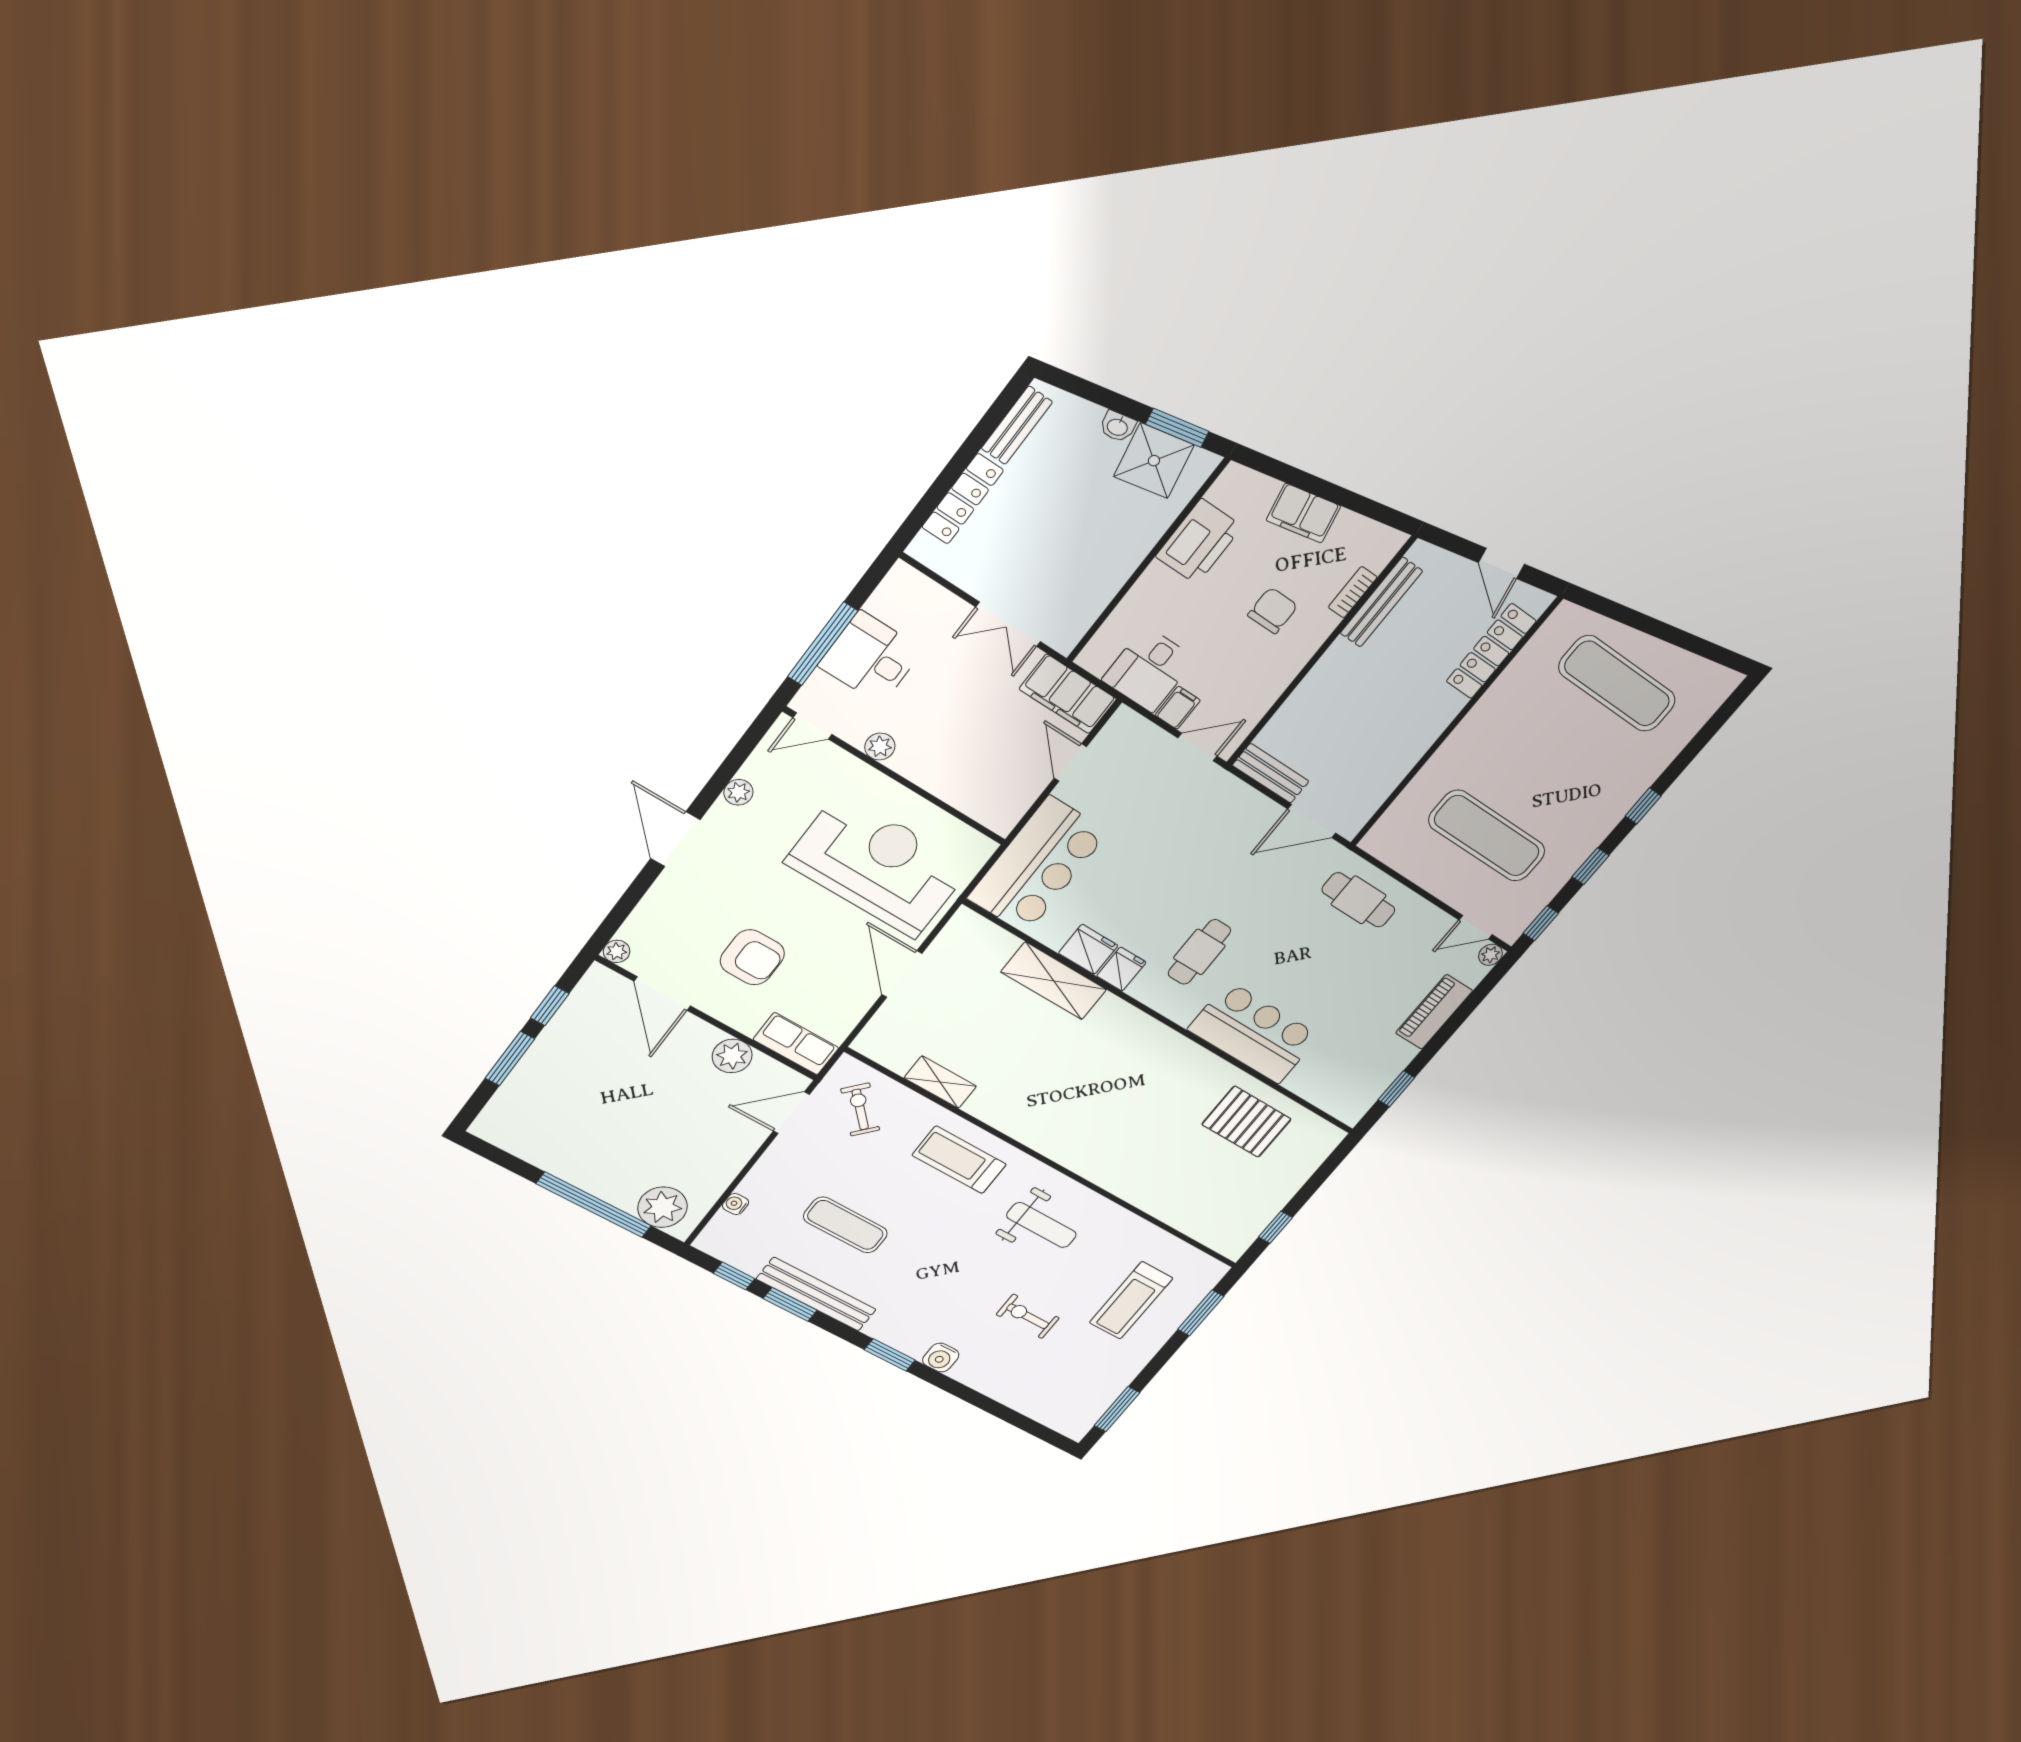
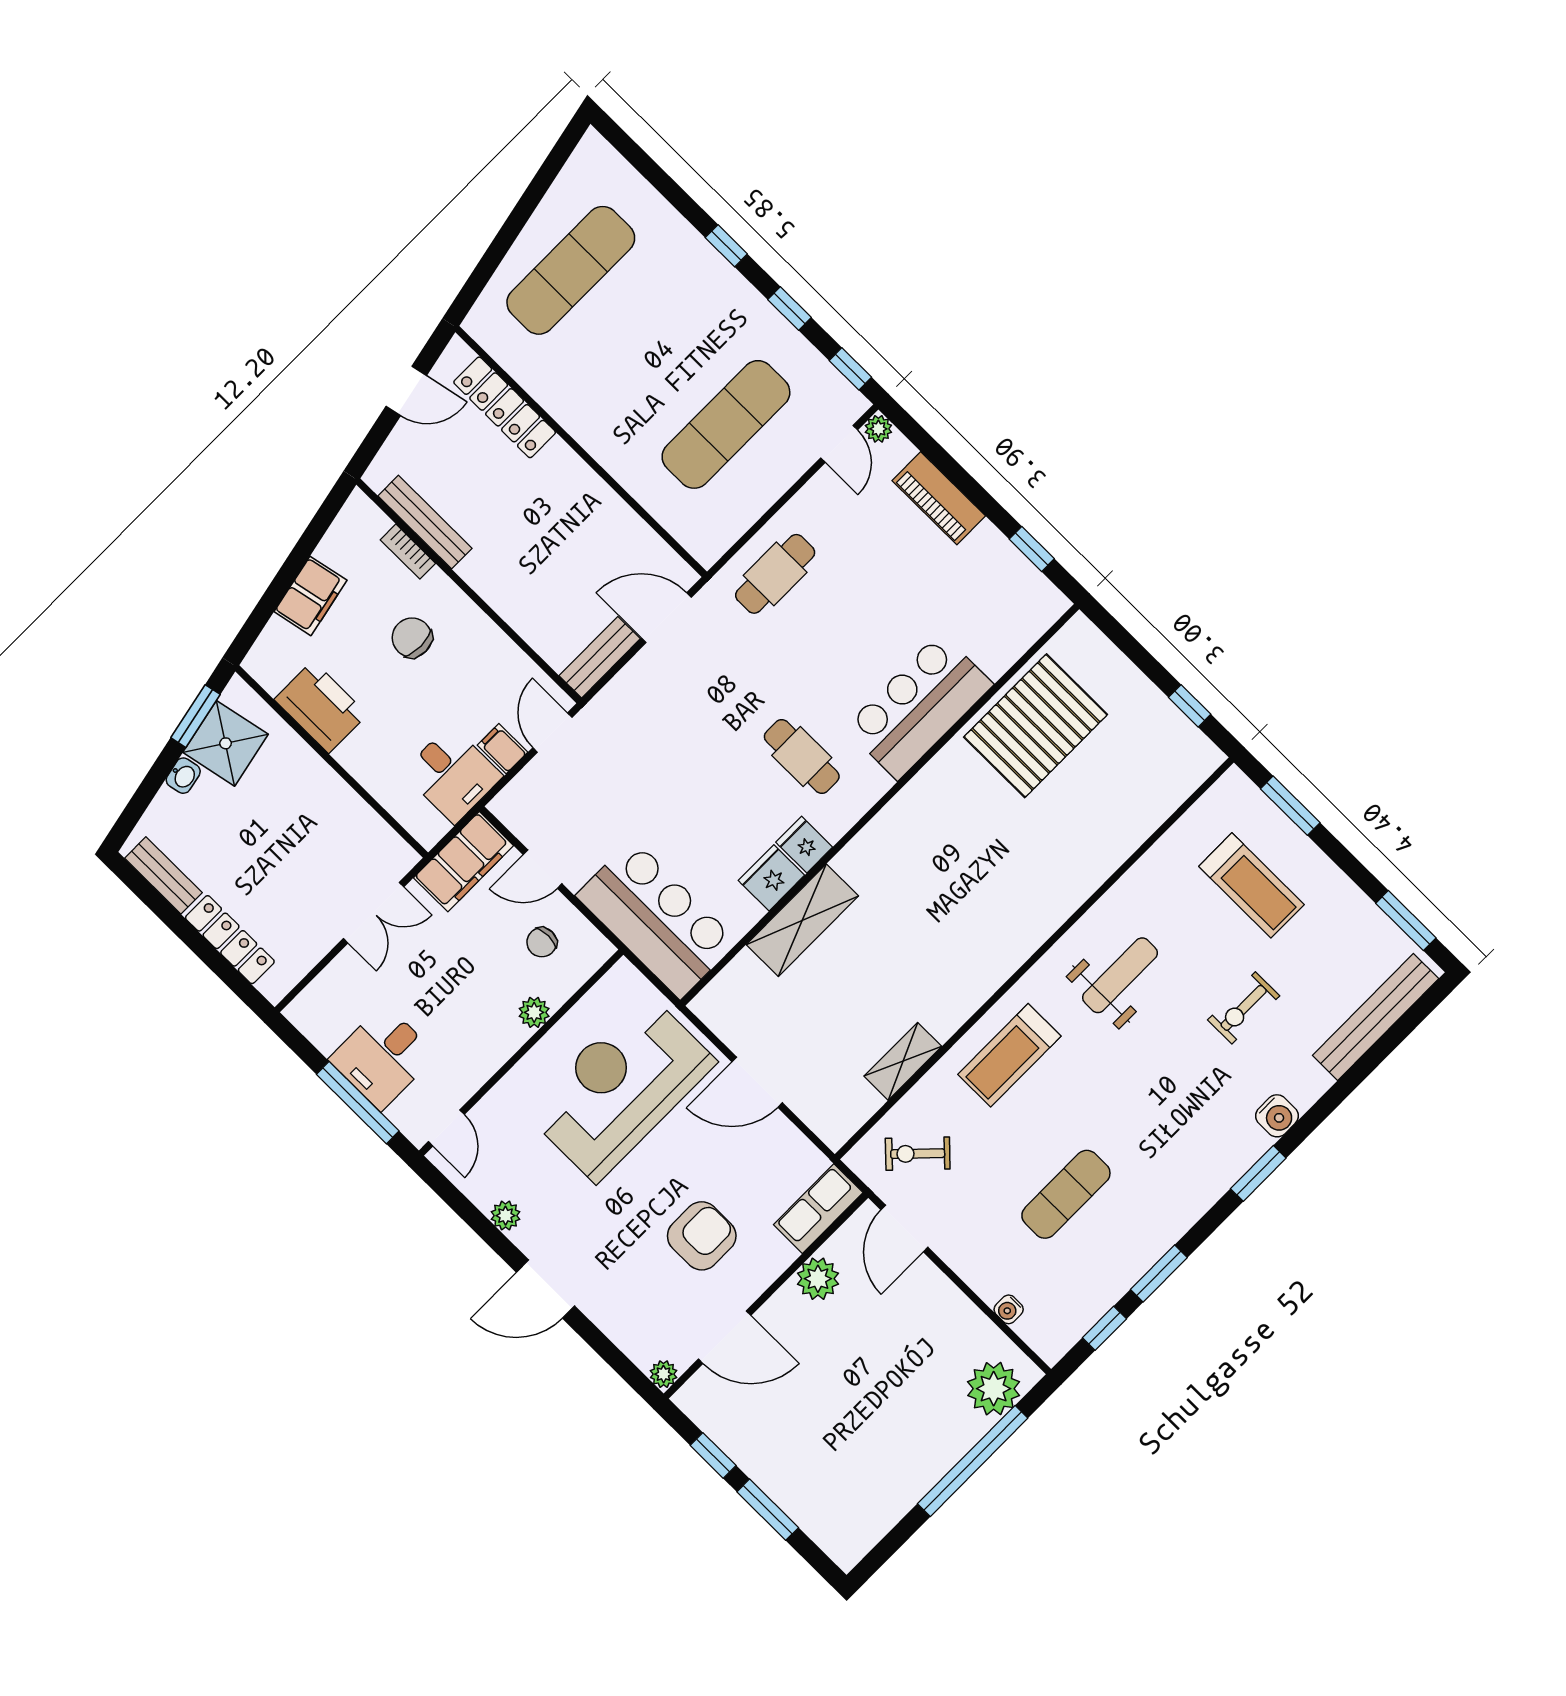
plant: (880, 747) -> (534, 1012), moved
chair: (1002, 775) -> (542, 942), added
door: (1312, 821) -> (666, 618), swing flipped
pallet: (1246, 1122) -> (1036, 726), width x1.37, depth x1.41
bench: (816, 1294) -> (1376, 1017), moved

